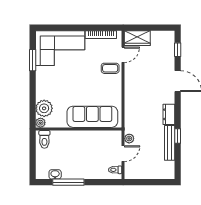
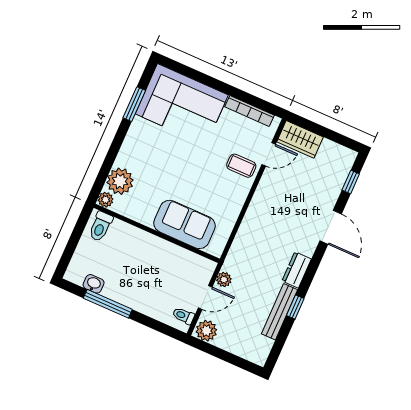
sofa: (92, 117) -> (184, 224), width x0.73
plant: (132, 173) -> (206, 331), added

